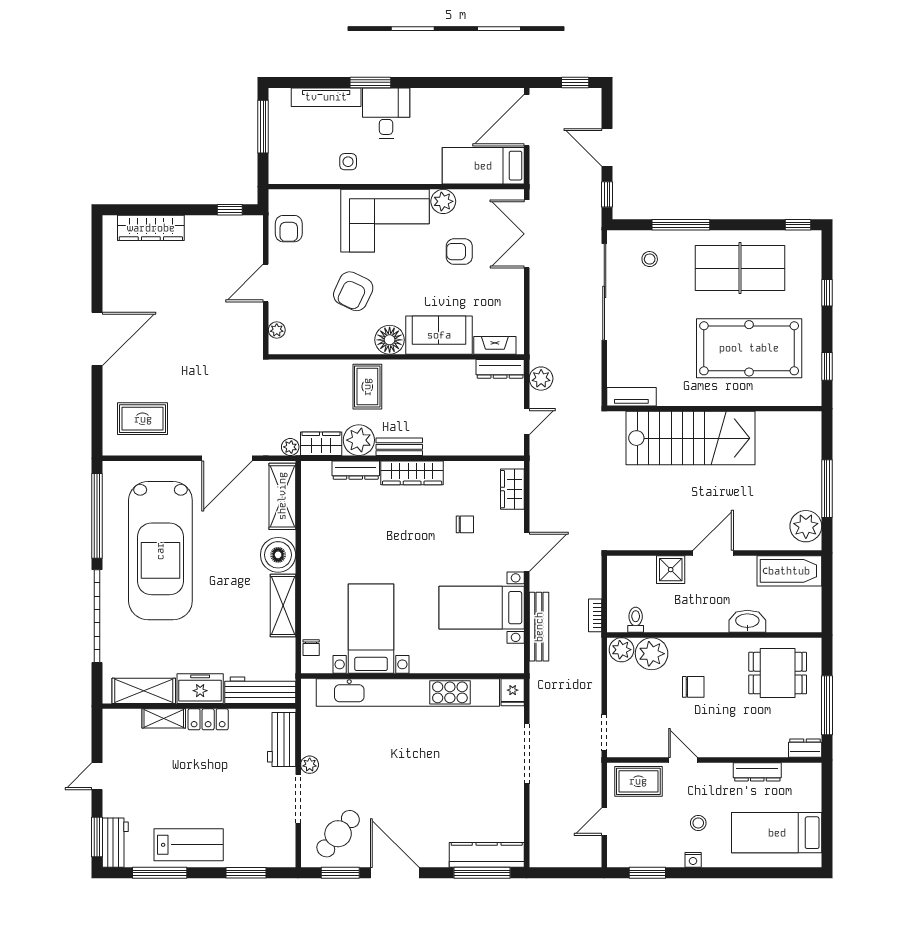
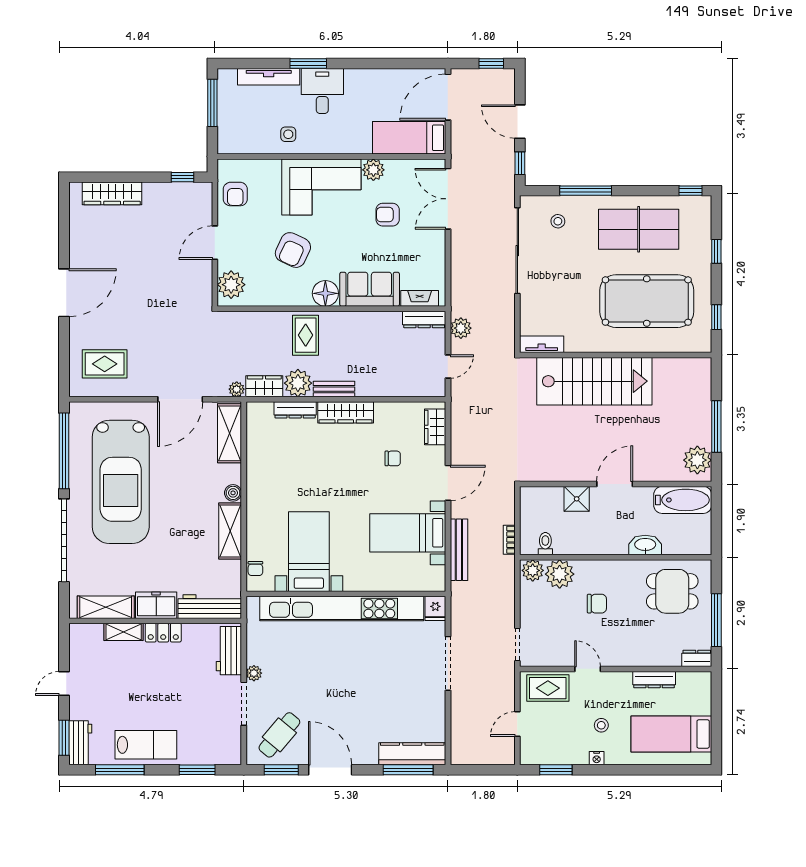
plant: (277, 330) -> (231, 285), width x1.87, depth x1.87
boiler: (278, 555) -> (233, 493), width x0.54, depth x0.54

